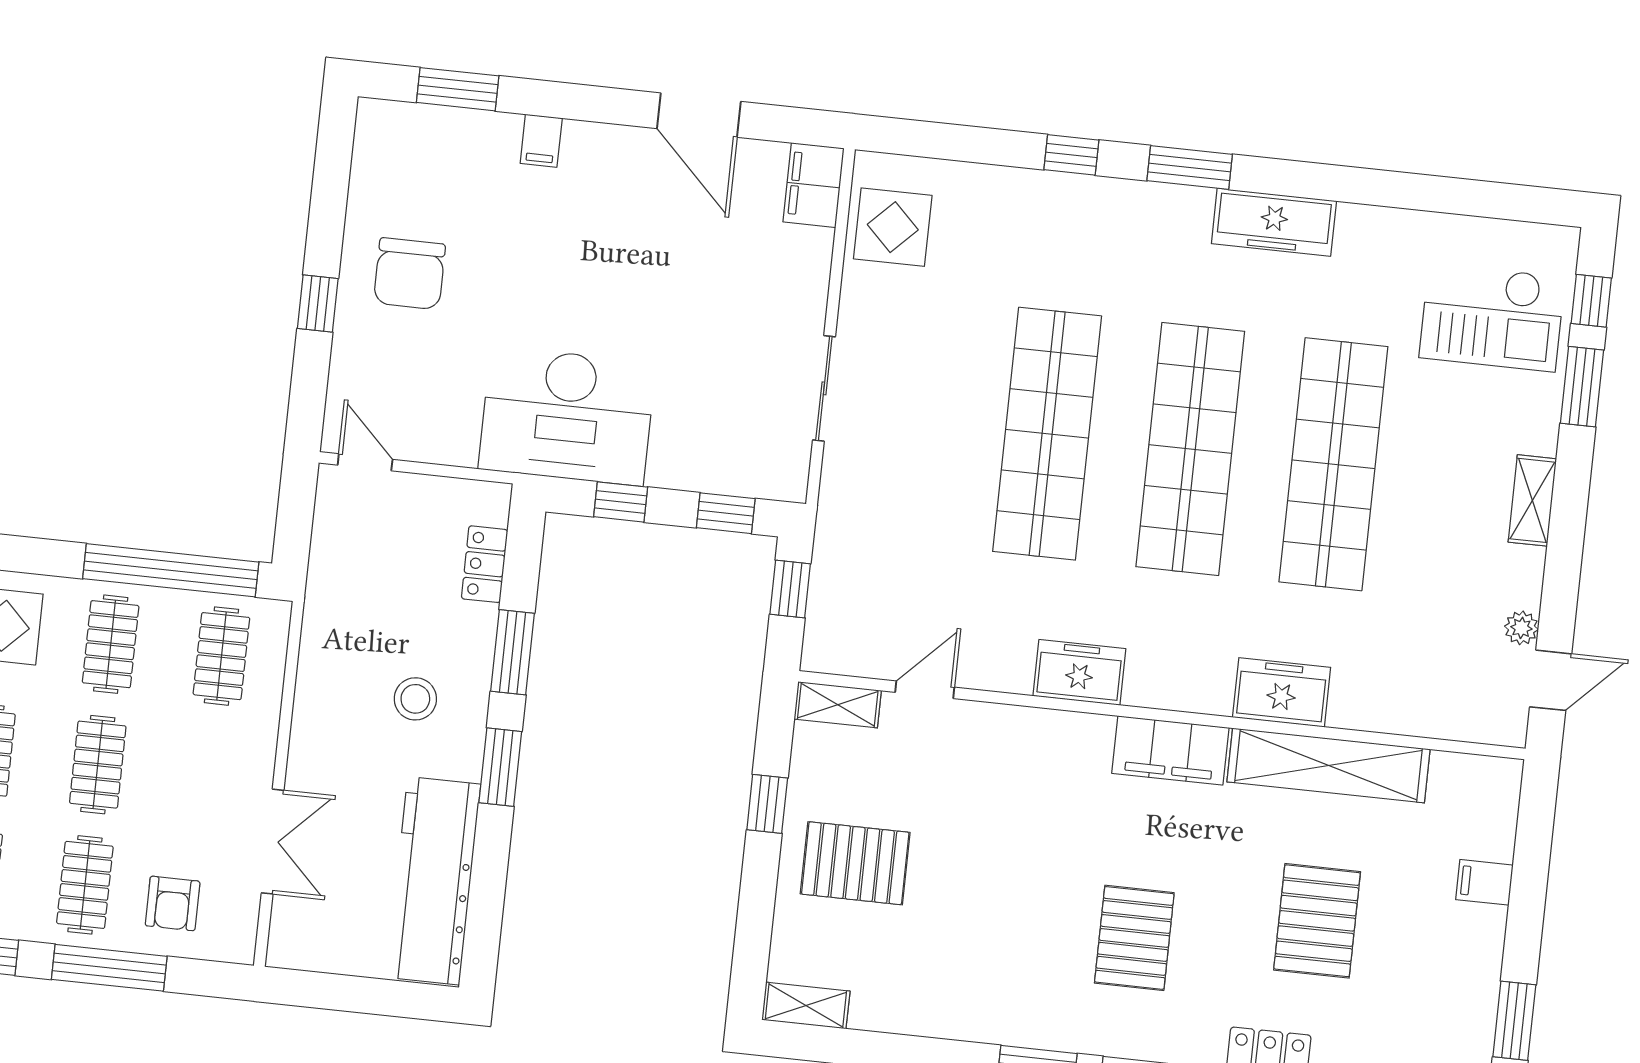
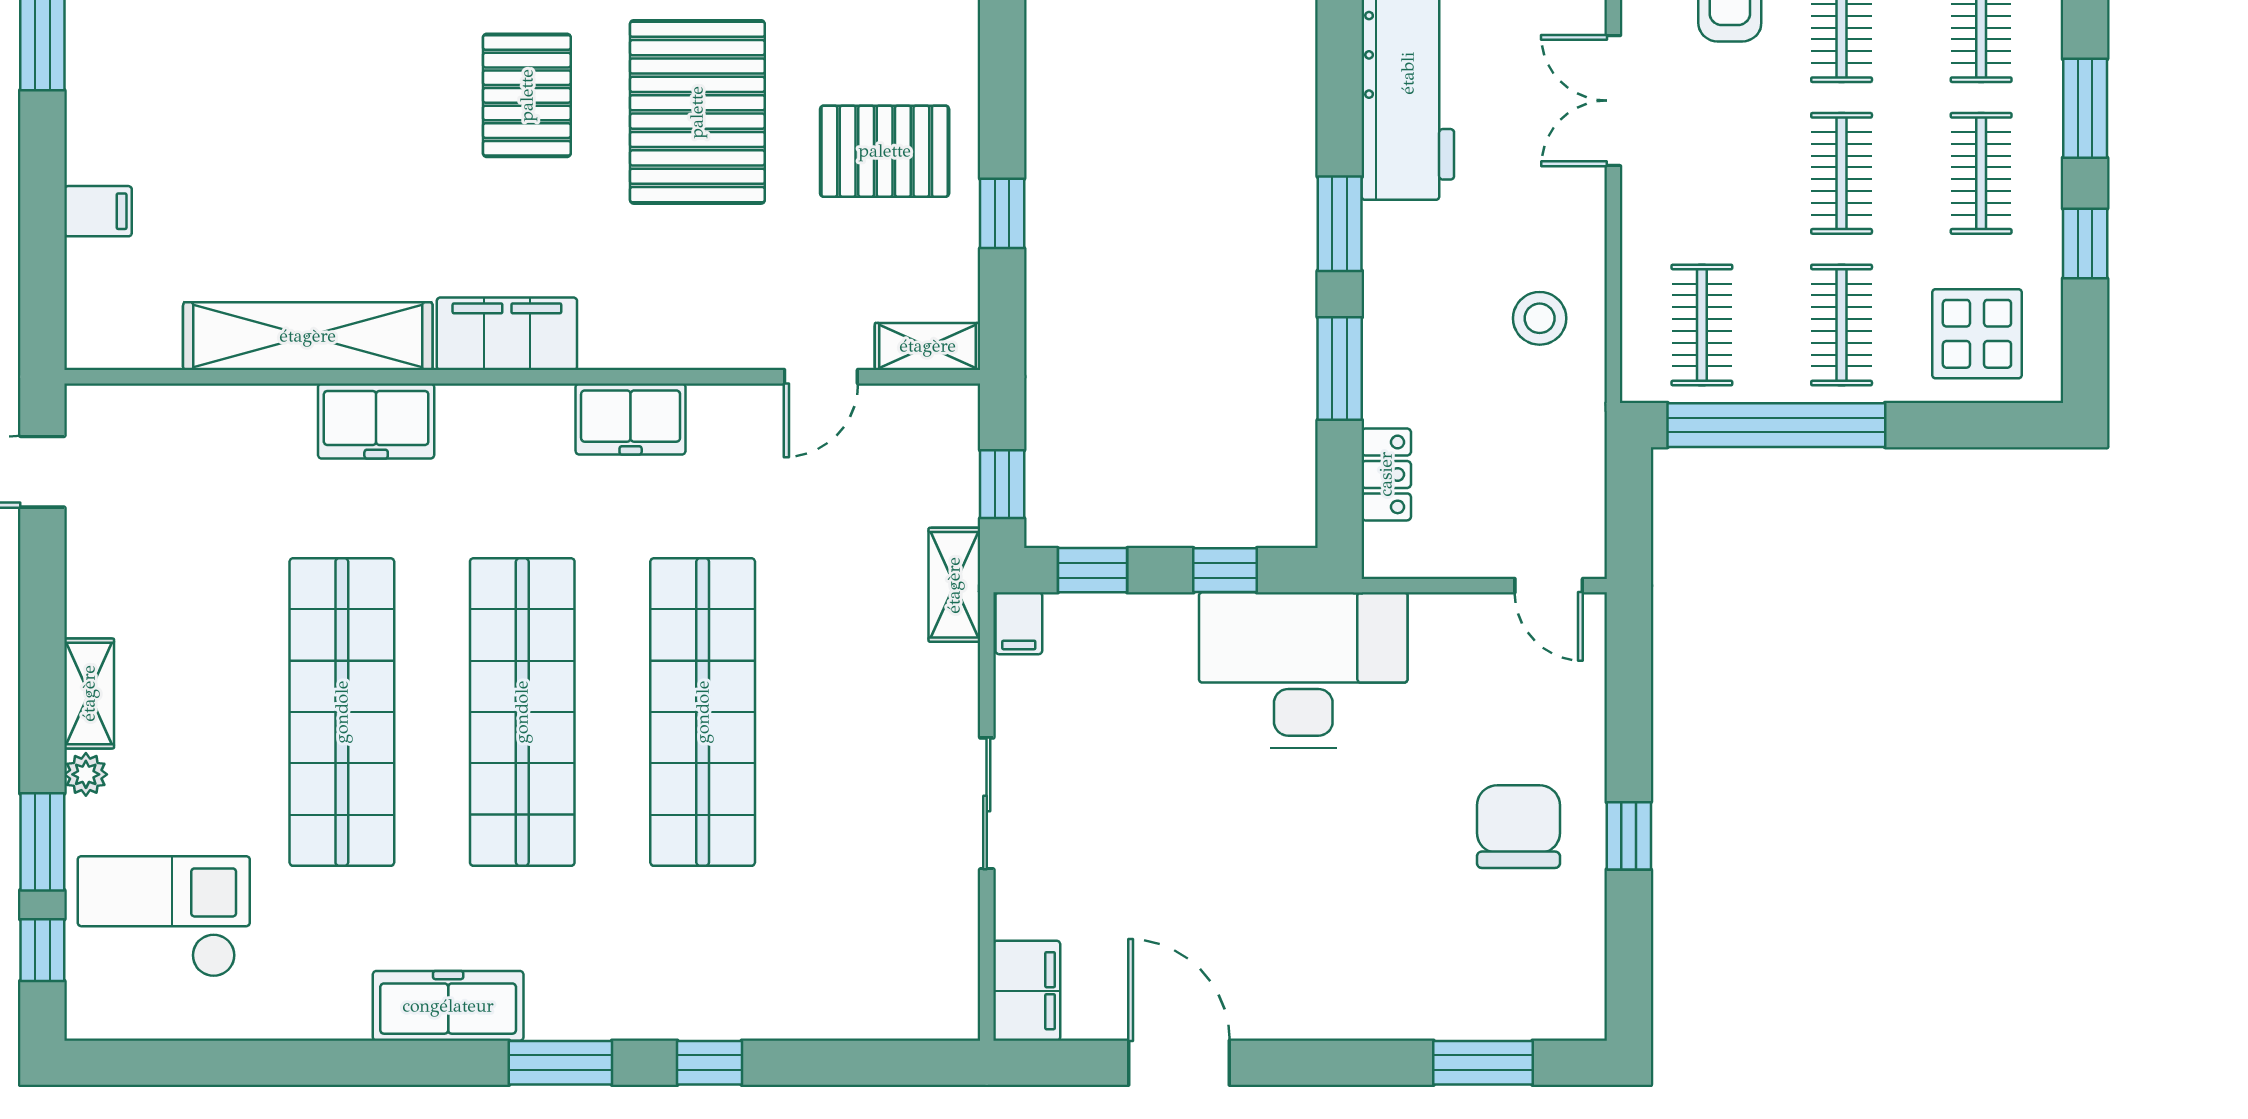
filing cabinet: (541, 141) -> (1019, 623), moved, turned 180
display table: (893, 227) -> (922, 949), removed
window: (318, 304) -> (1629, 836), moved
sliding door: (824, 388) -> (987, 803), moved
shelving: (837, 513) -> (954, 585), added
plant: (1521, 628) -> (86, 774), moved
stool: (415, 699) -> (1540, 318), moved
pallet: (1317, 921) -> (697, 112), moved, width x1.37, depth x1.41

